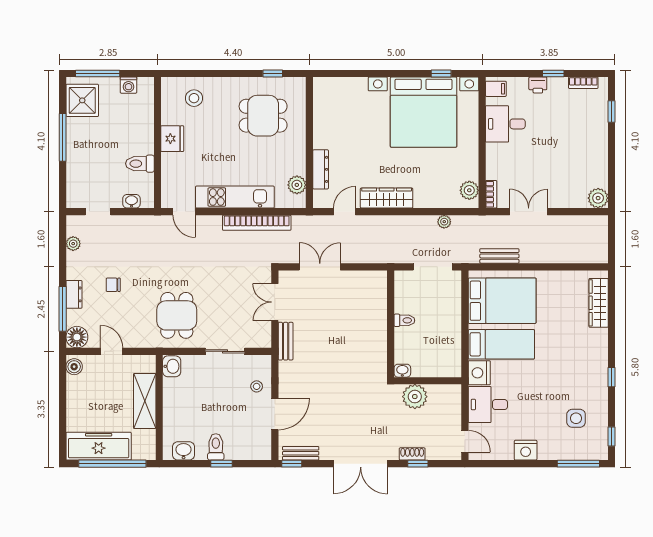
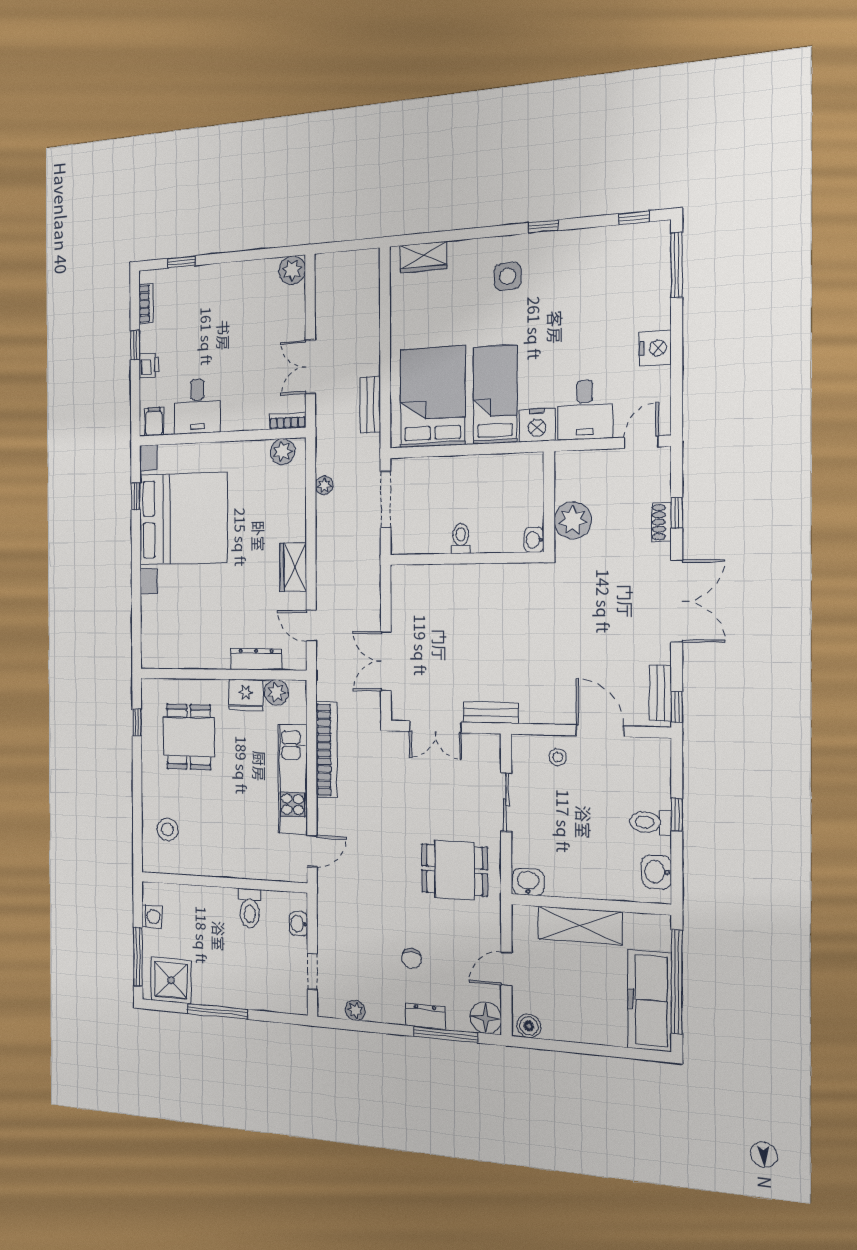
fridge: (172, 139) -> (246, 695), moved, turned 180
wardrobe: (387, 198) -> (293, 567), width x0.67
wardrobe: (599, 303) -> (424, 257), width x0.67
side table: (576, 418) -> (507, 276), moved

